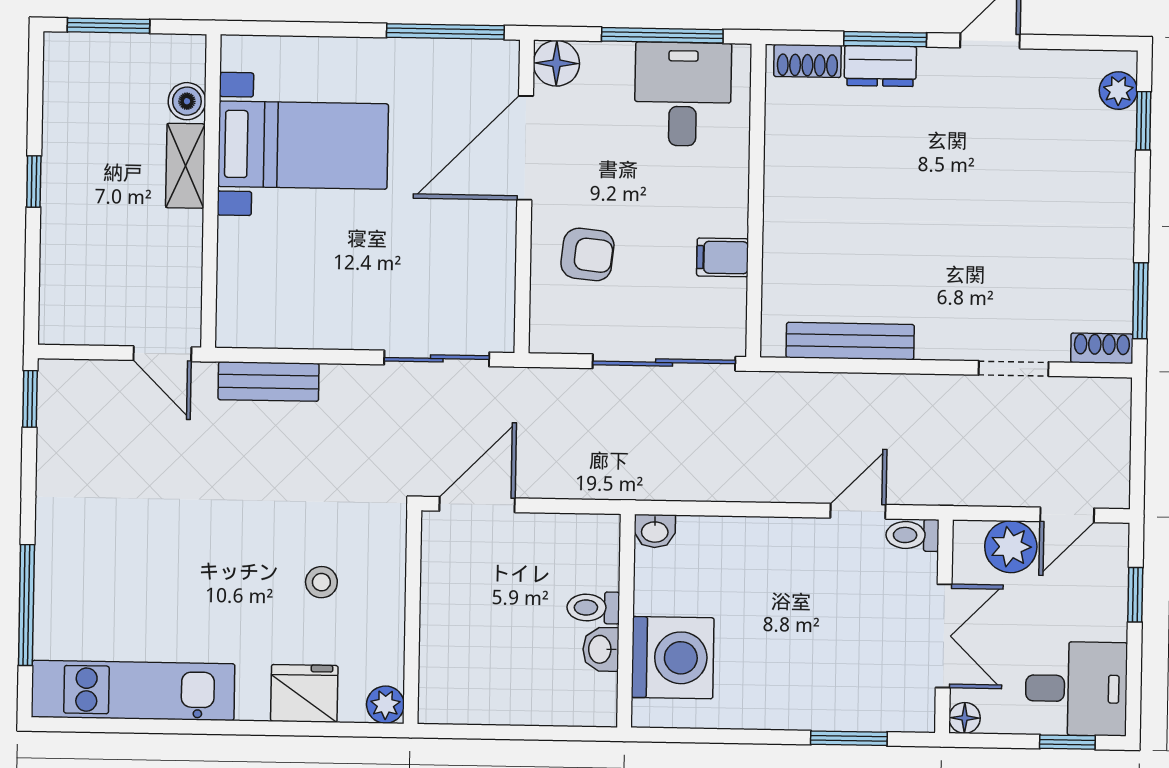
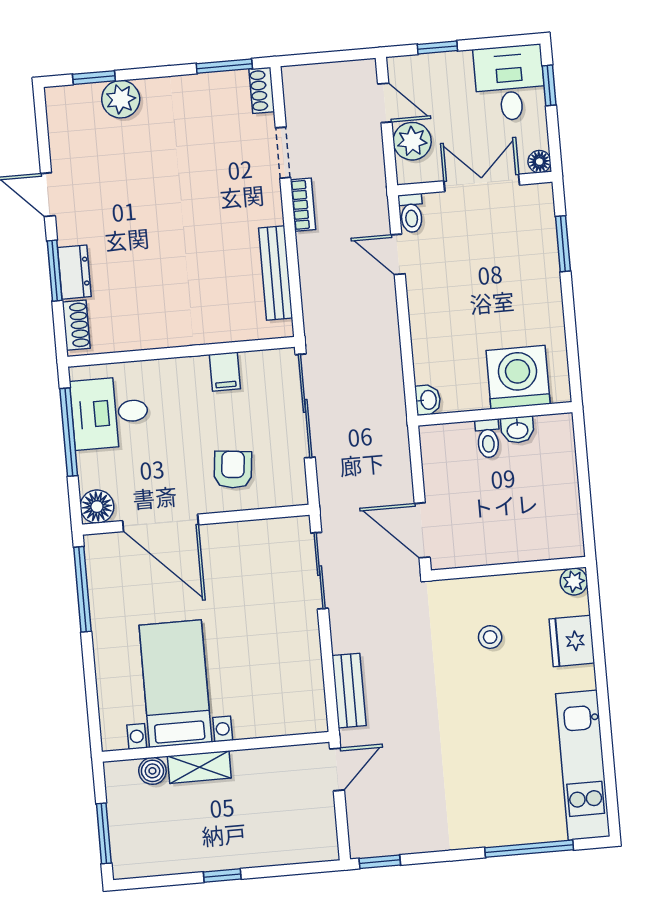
plant: (1118, 91) -> (121, 99), moved, width x1.38, depth x1.38
bookcase: (940, 388) -> (303, 205), added

